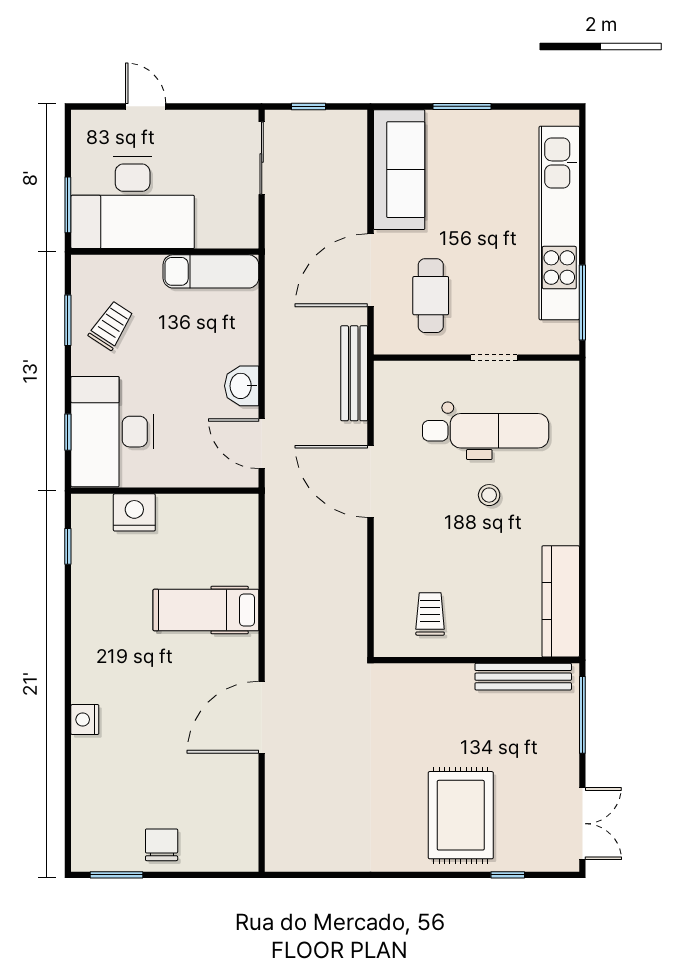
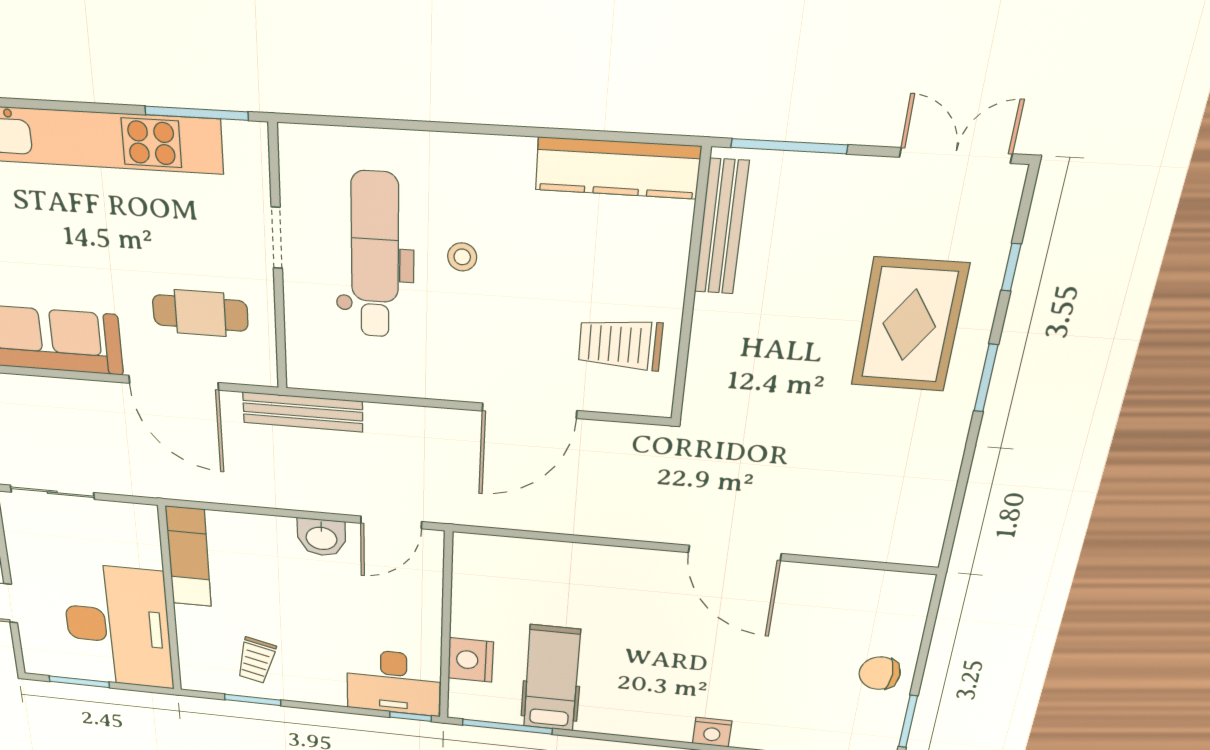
window: (68, 205) -> (79, 682), moved
trolley: (111, 325) -> (256, 660), turned -109
window: (68, 432) -> (411, 717), moved
desk: (112, 432) -> (393, 682), width x0.73, depth x0.77
door: (371, 481) -> (529, 411), moved
window: (68, 546) -> (507, 727), width x2.17
hospital bed: (206, 610) -> (552, 678), moved, turned 180
trolley: (430, 614) -> (620, 344), width x1.36, depth x1.39
rug: (461, 815) -> (909, 325), turned 90
window: (425, 875) -> (986, 378), added

